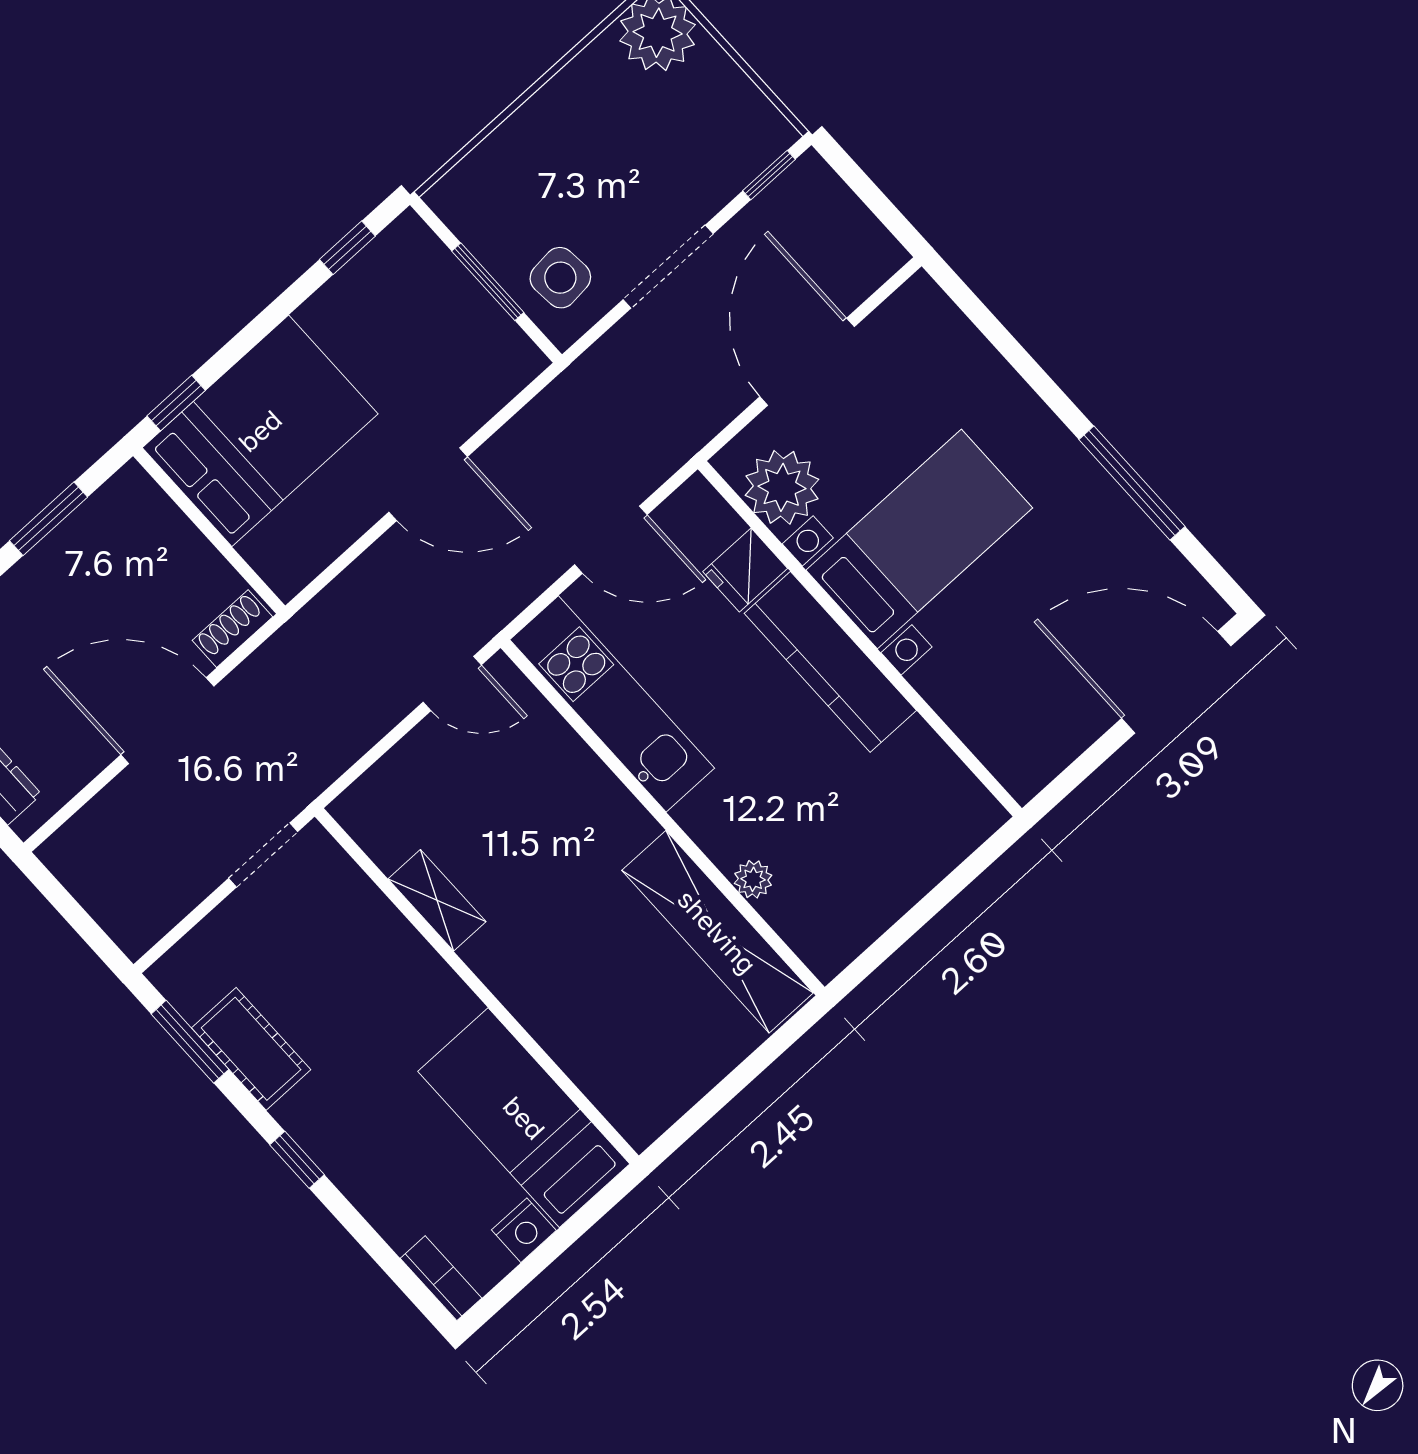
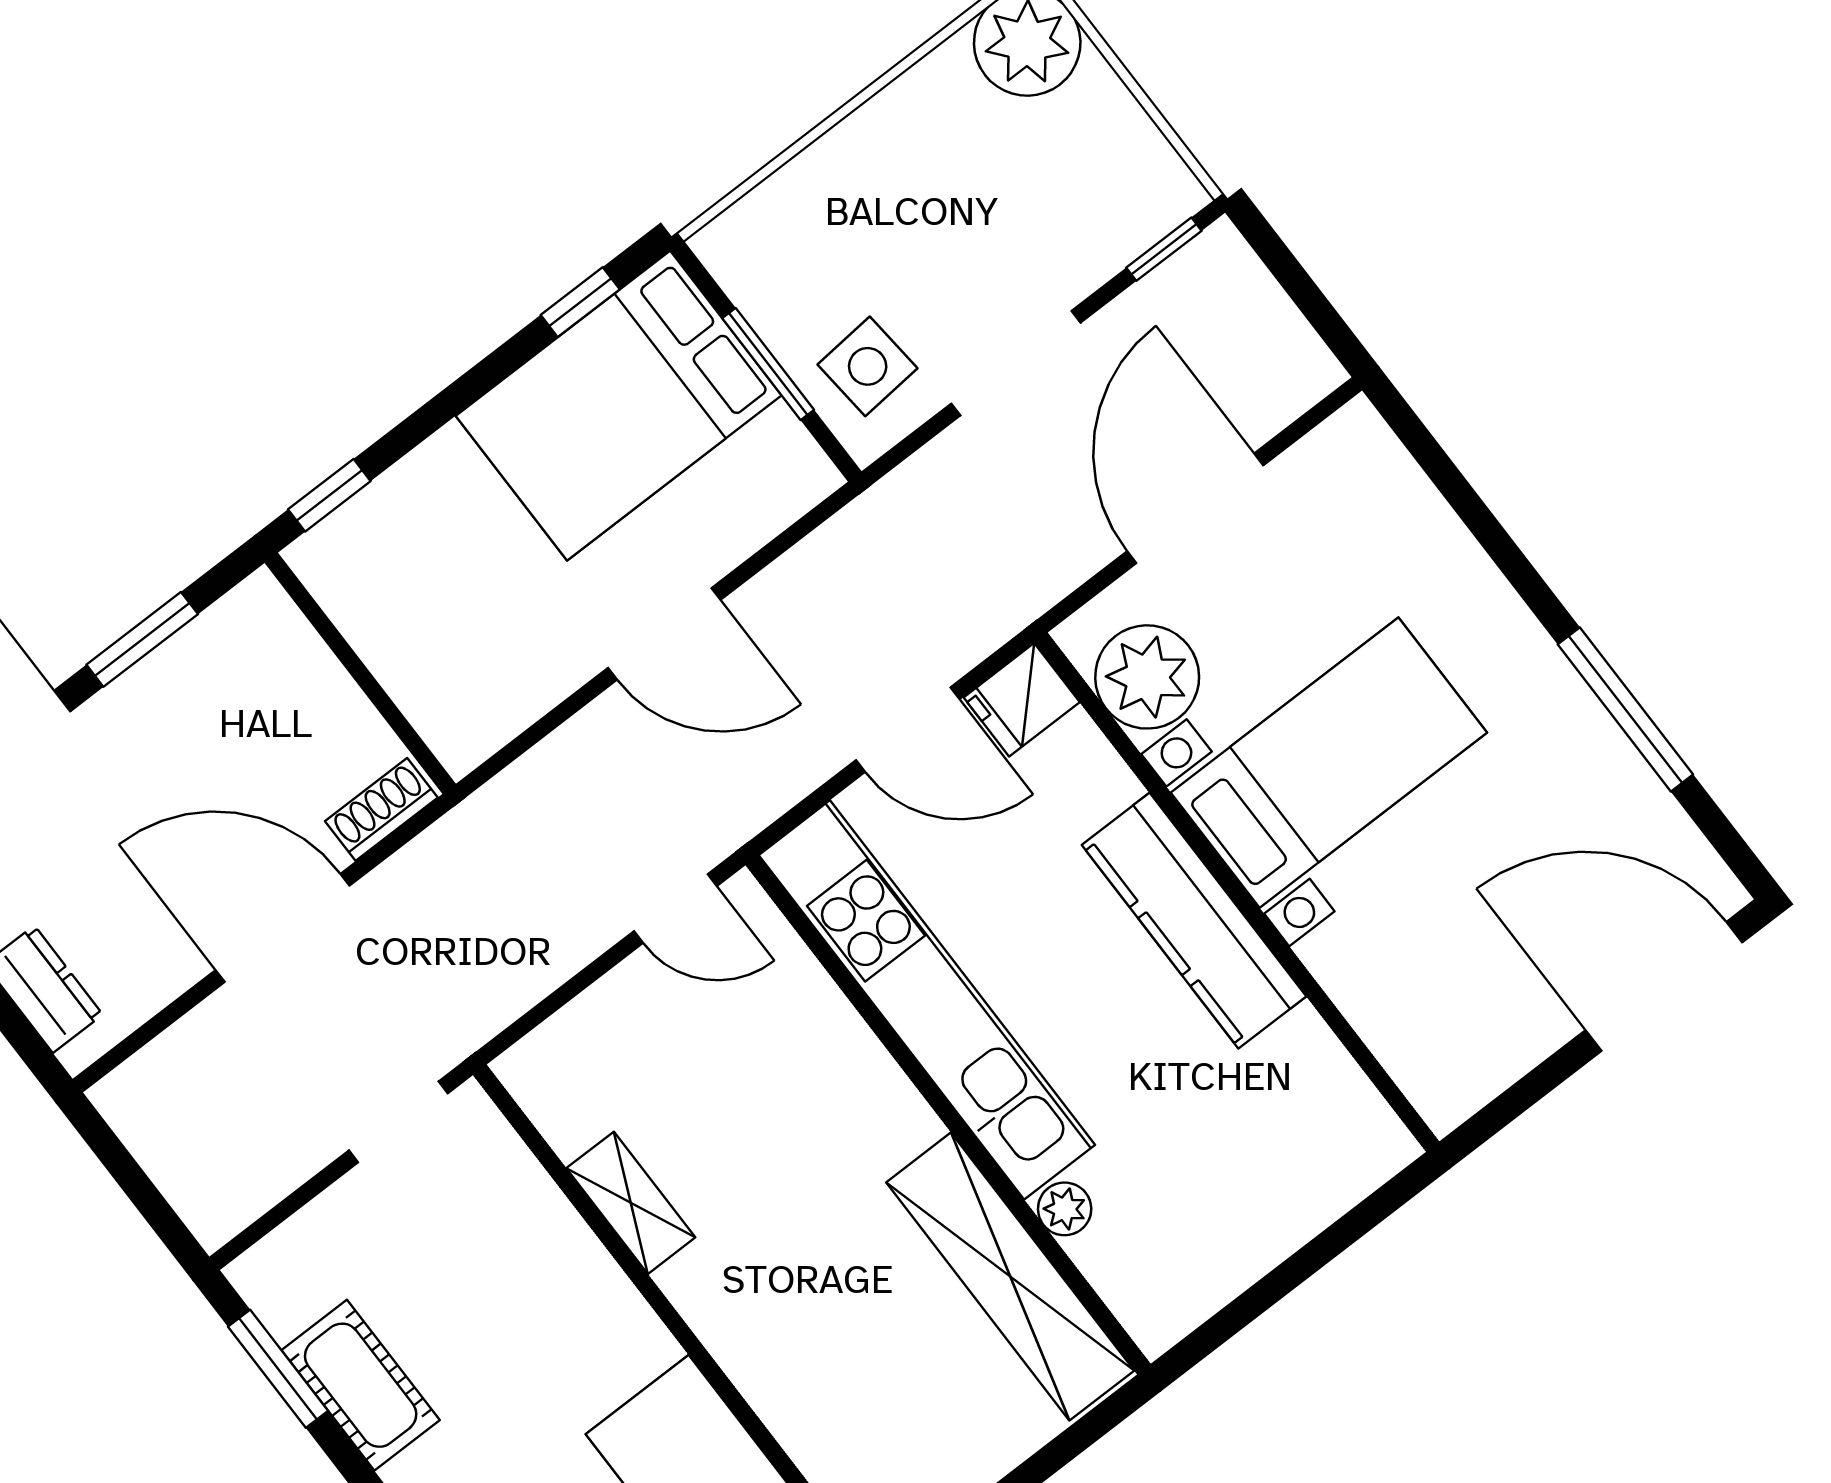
bed: (260, 431) -> (619, 406), moved, turned 180
fridge: (745, 570) -> (1022, 700), moved
kitchen unit: (612, 704) -> (927, 1000), width x1.36

